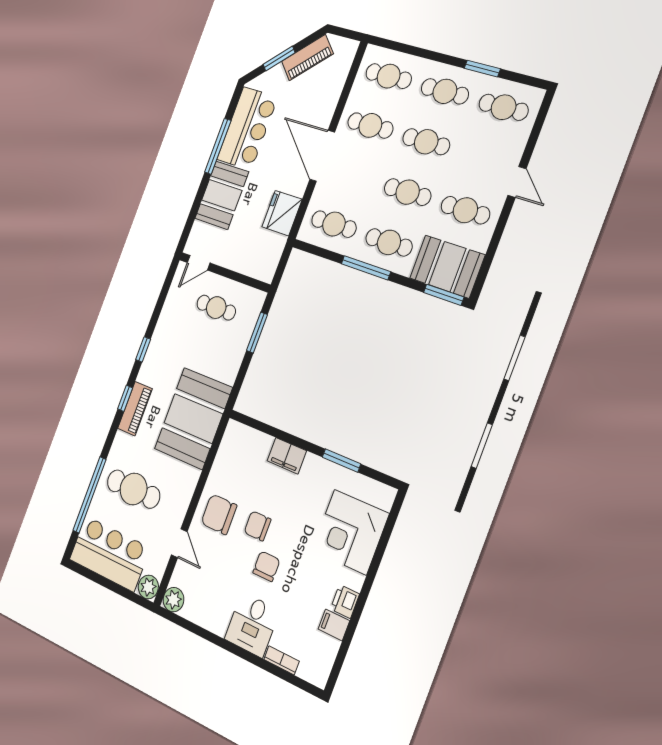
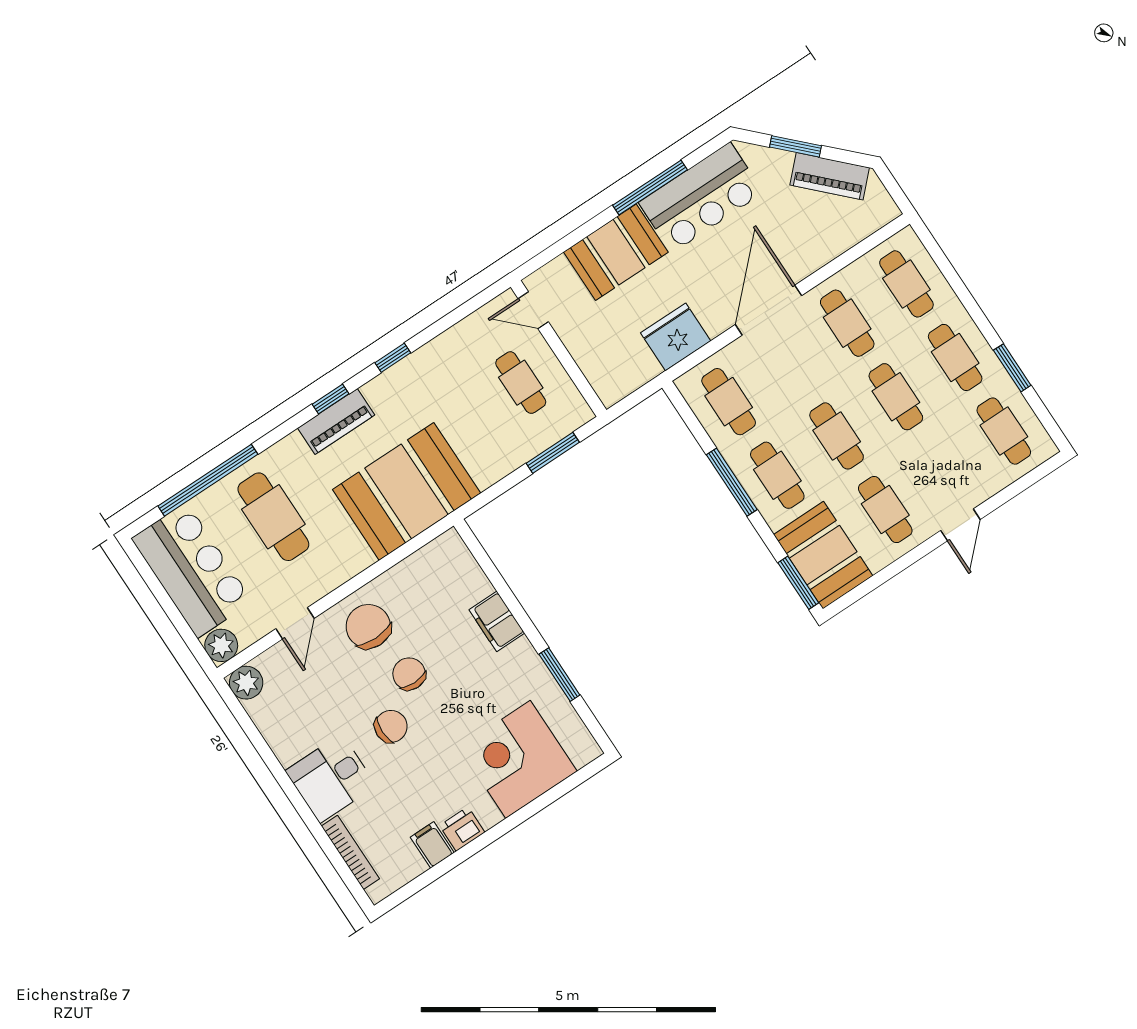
bookcase: (281, 660) -> (350, 852), width x1.56

